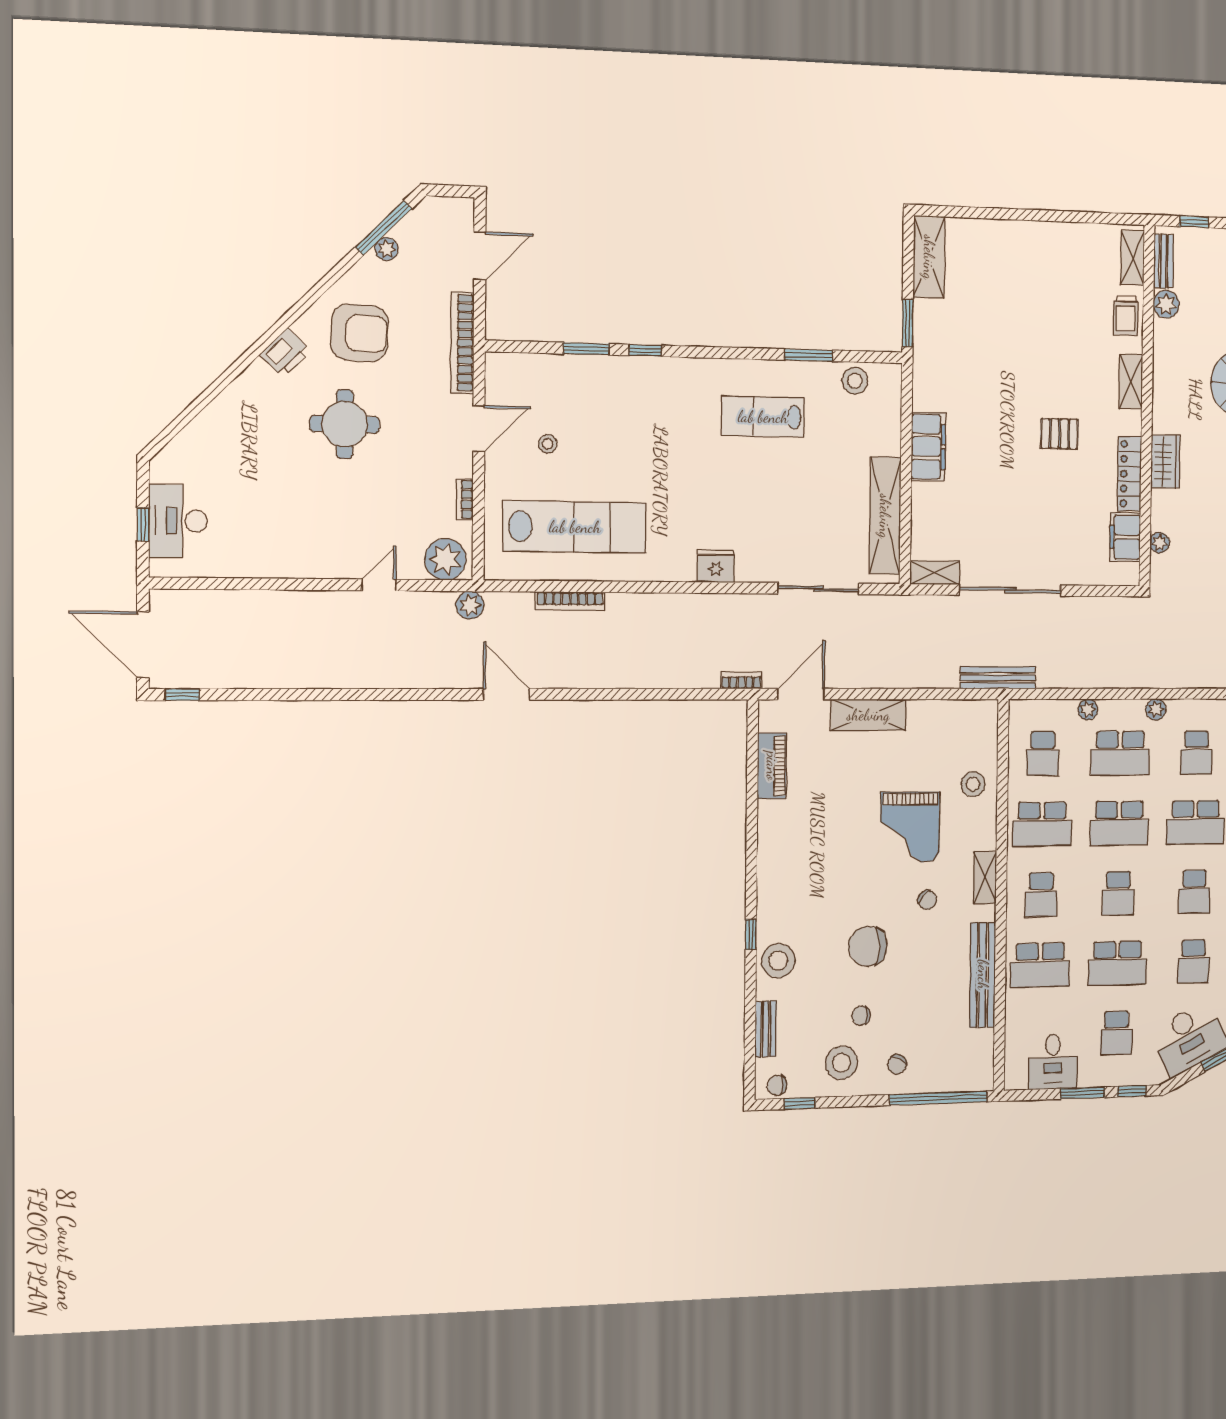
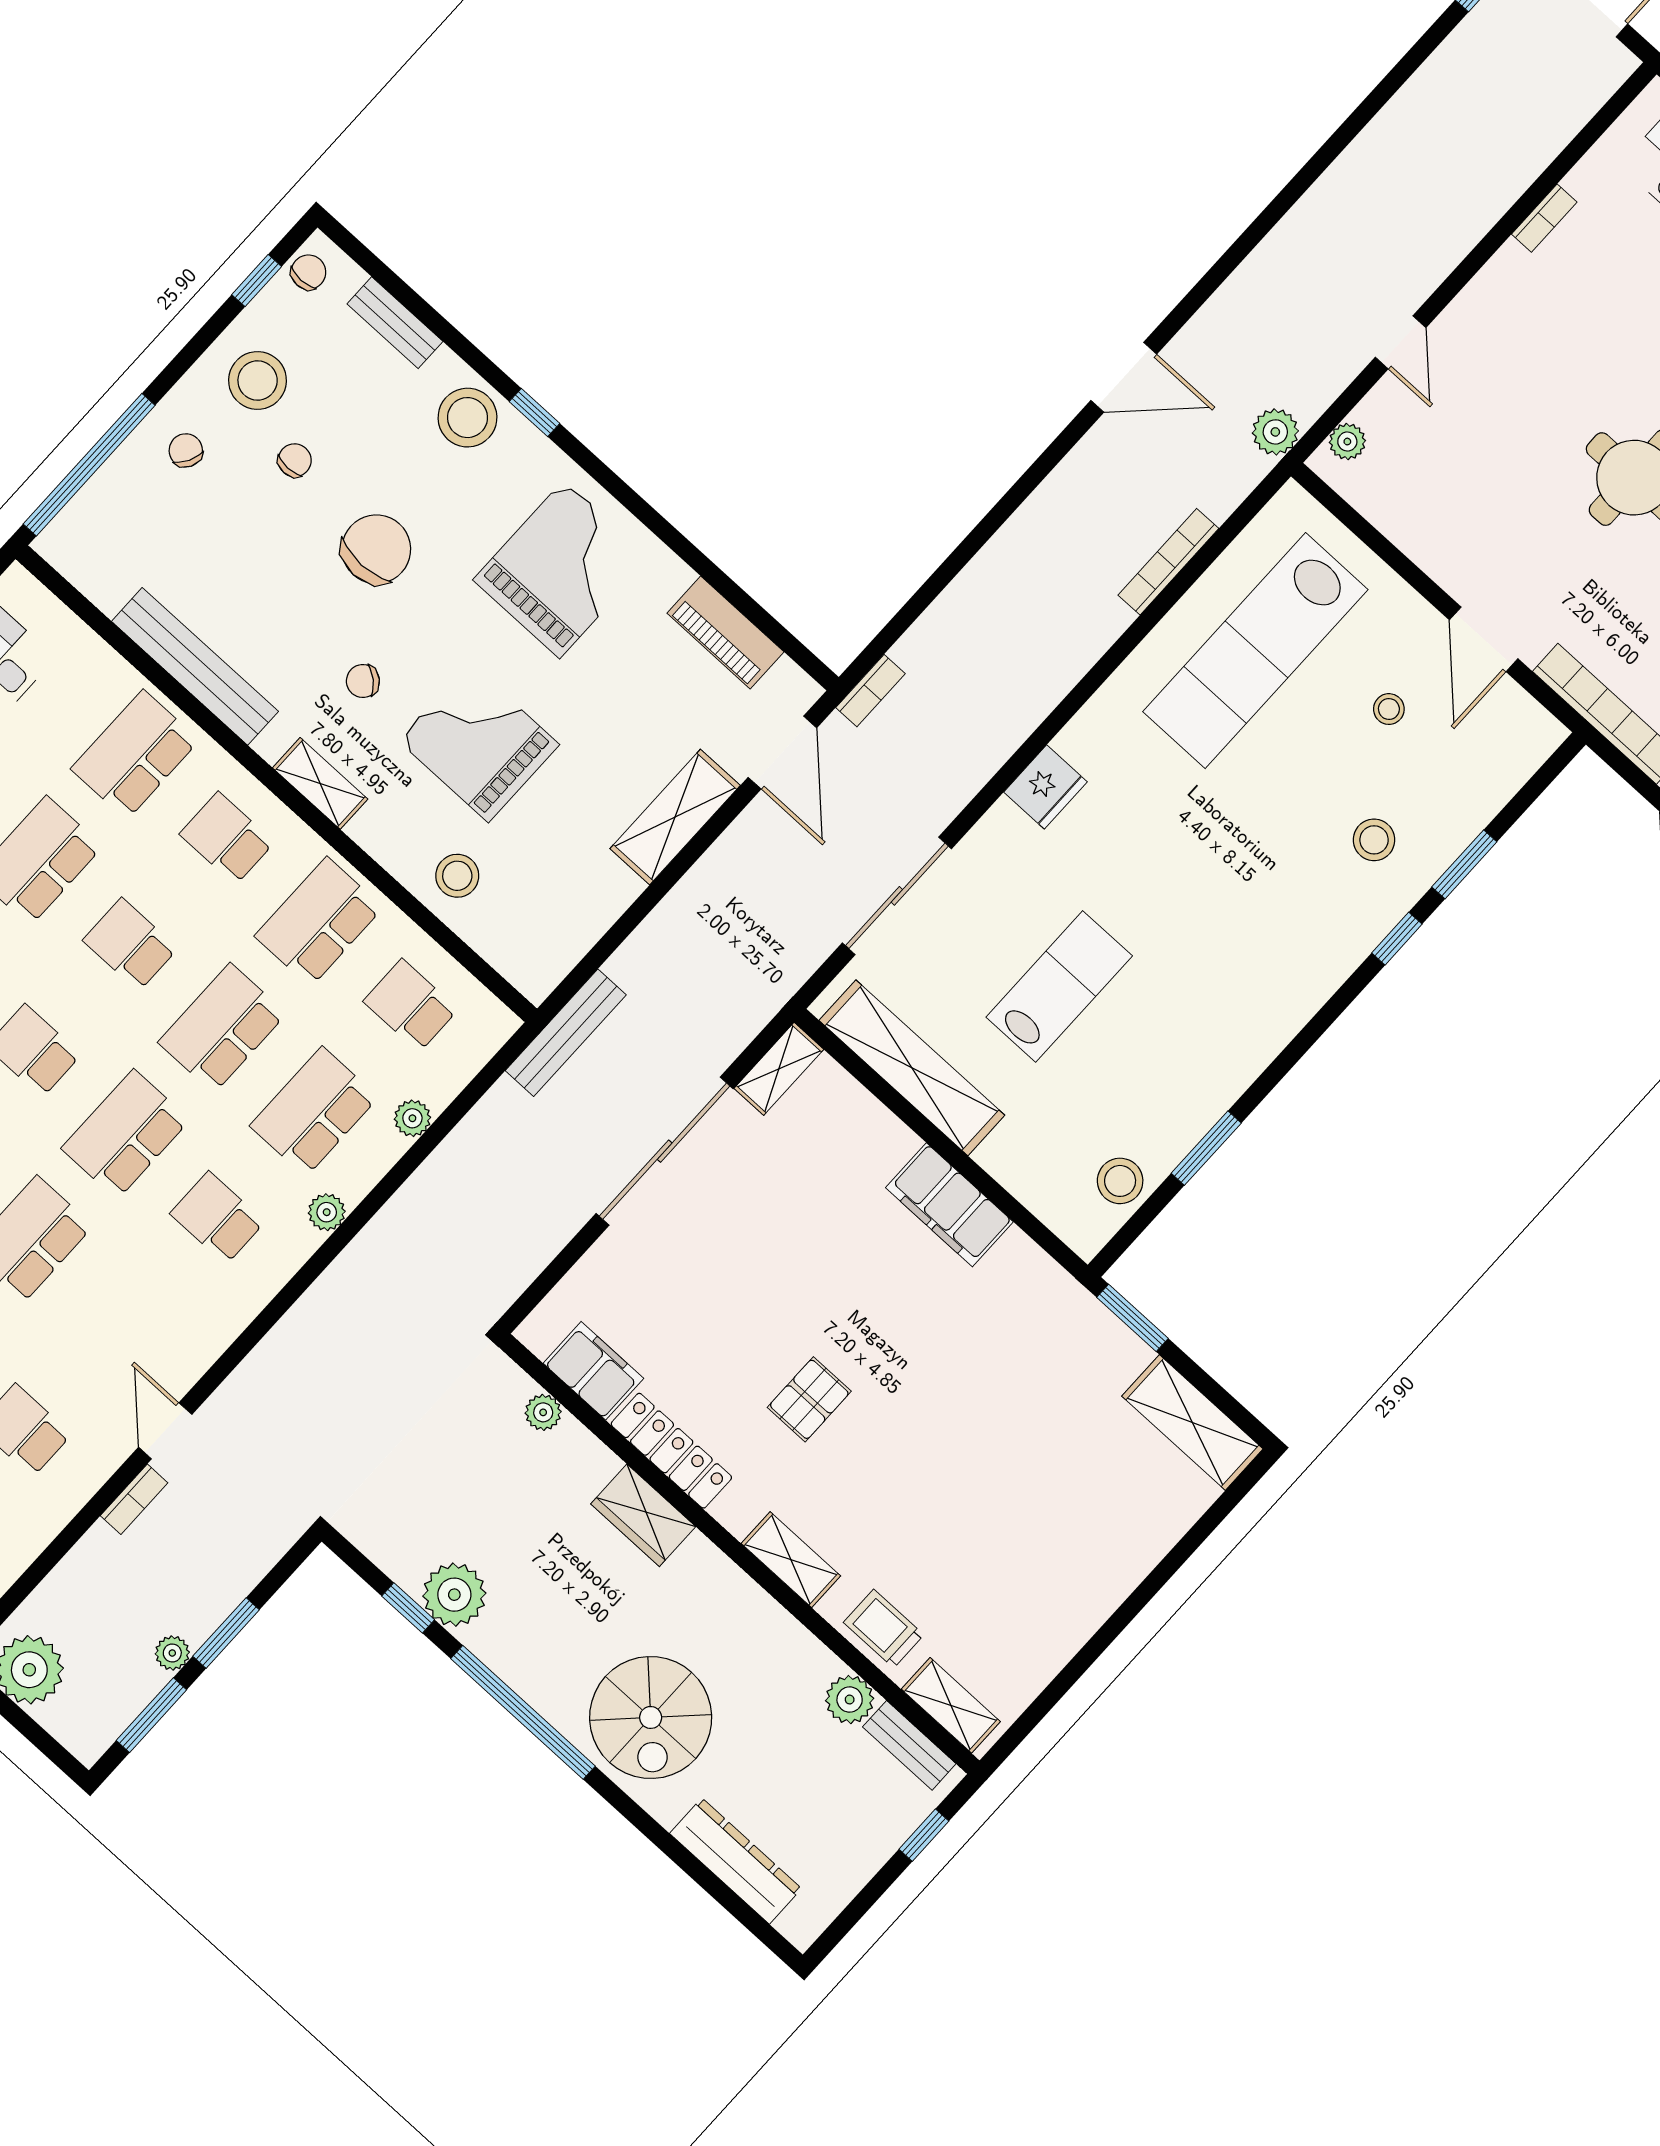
stool: (611, 399) -> (1374, 840), added
lab bench: (763, 417) -> (1059, 986), moved
bookcase: (465, 499) -> (1544, 218), moved, turned 90
plant: (445, 559) -> (1347, 442), width x0.53, depth x0.53
grand piano: (807, 861) -> (562, 569), added

